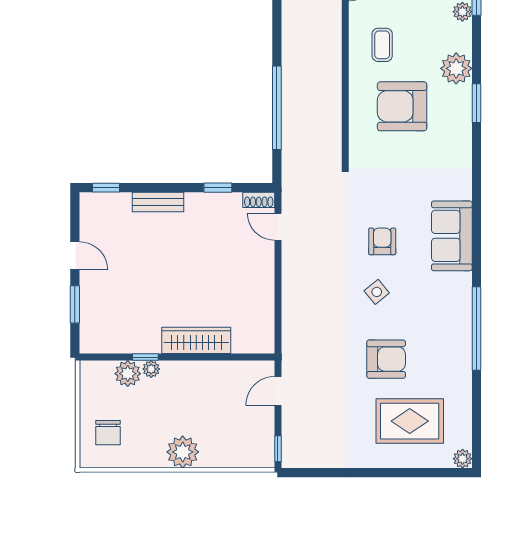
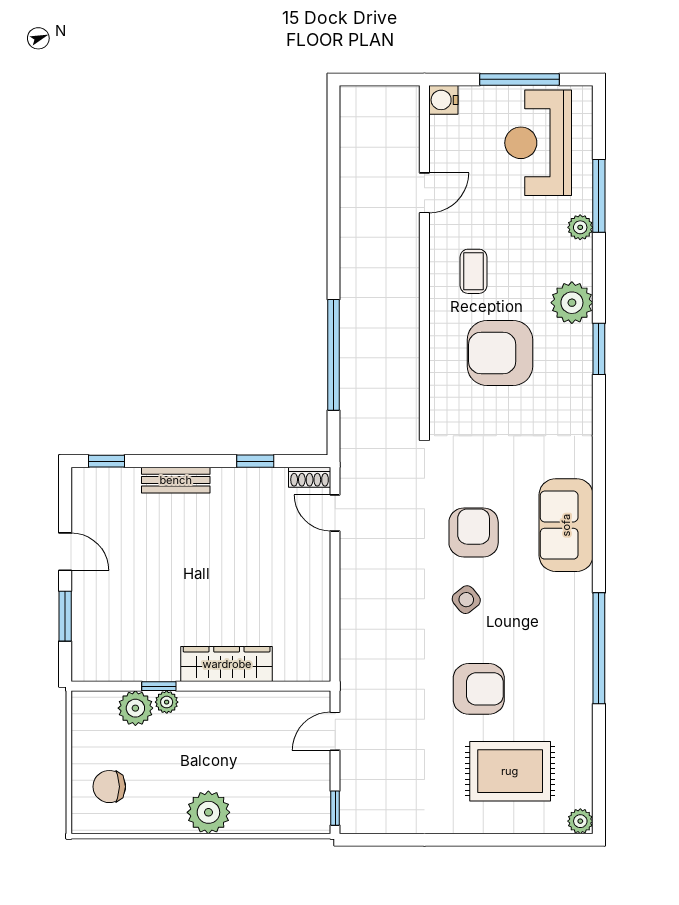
armchair: (382, 241) -> (474, 532), width x1.38, depth x1.38
chair: (108, 433) -> (109, 787), turned 90

